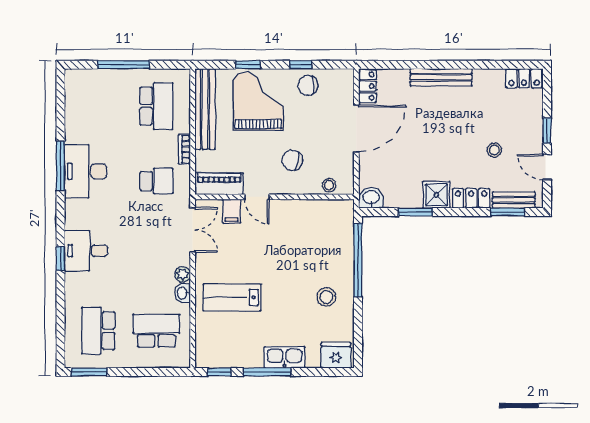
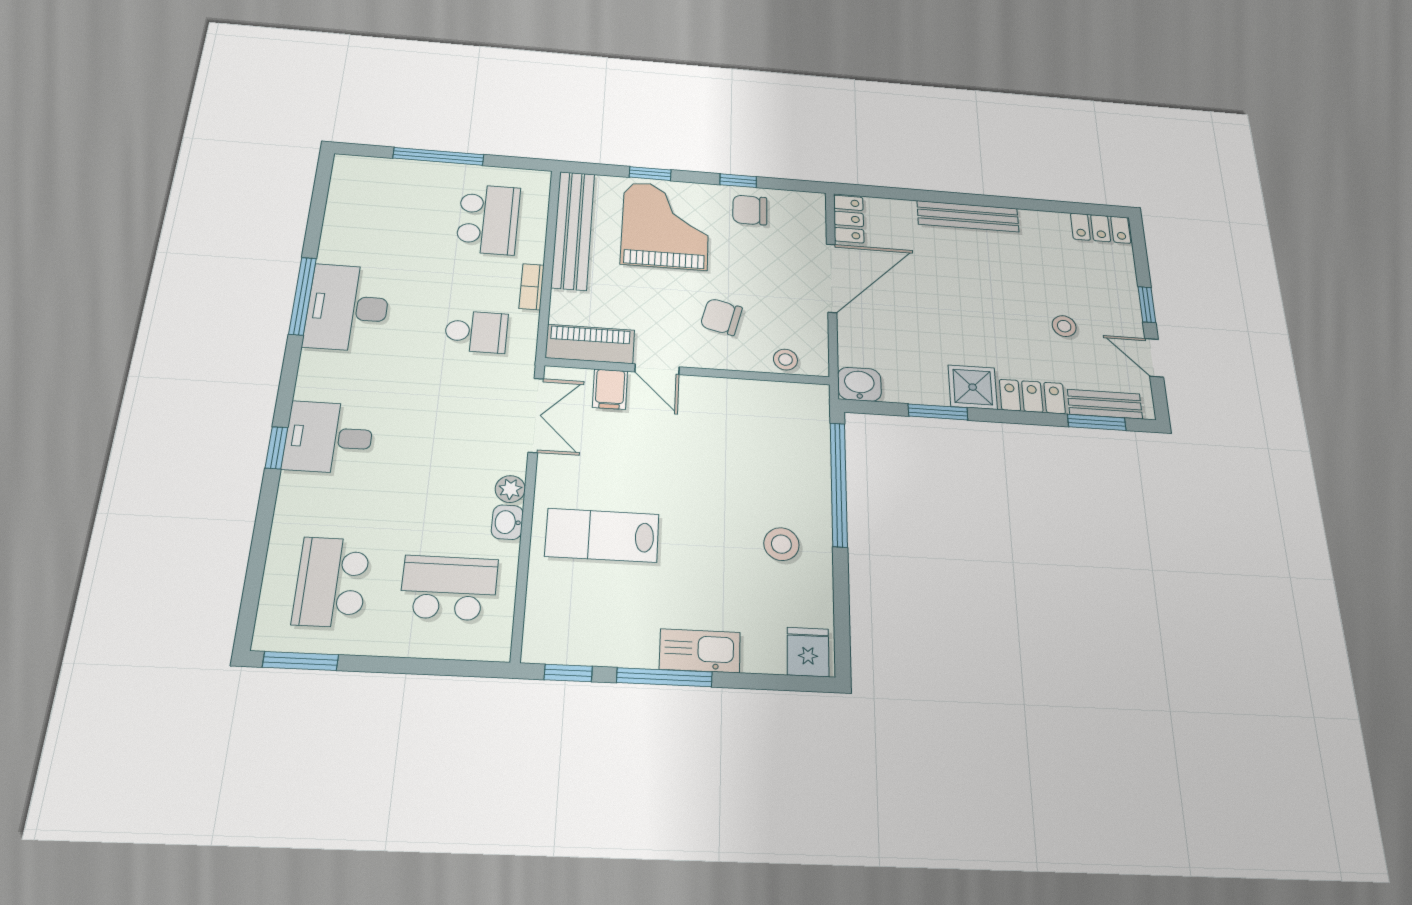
fridge: (336, 355) -> (808, 652), width x0.72

